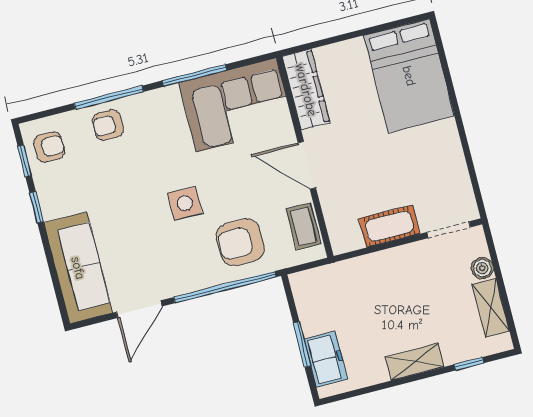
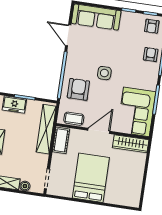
bed: (409, 76) -> (91, 178), moved, turned 90
cot: (389, 226) -> (61, 140), moved
shelving: (349, 274) -> (46, 129), added

